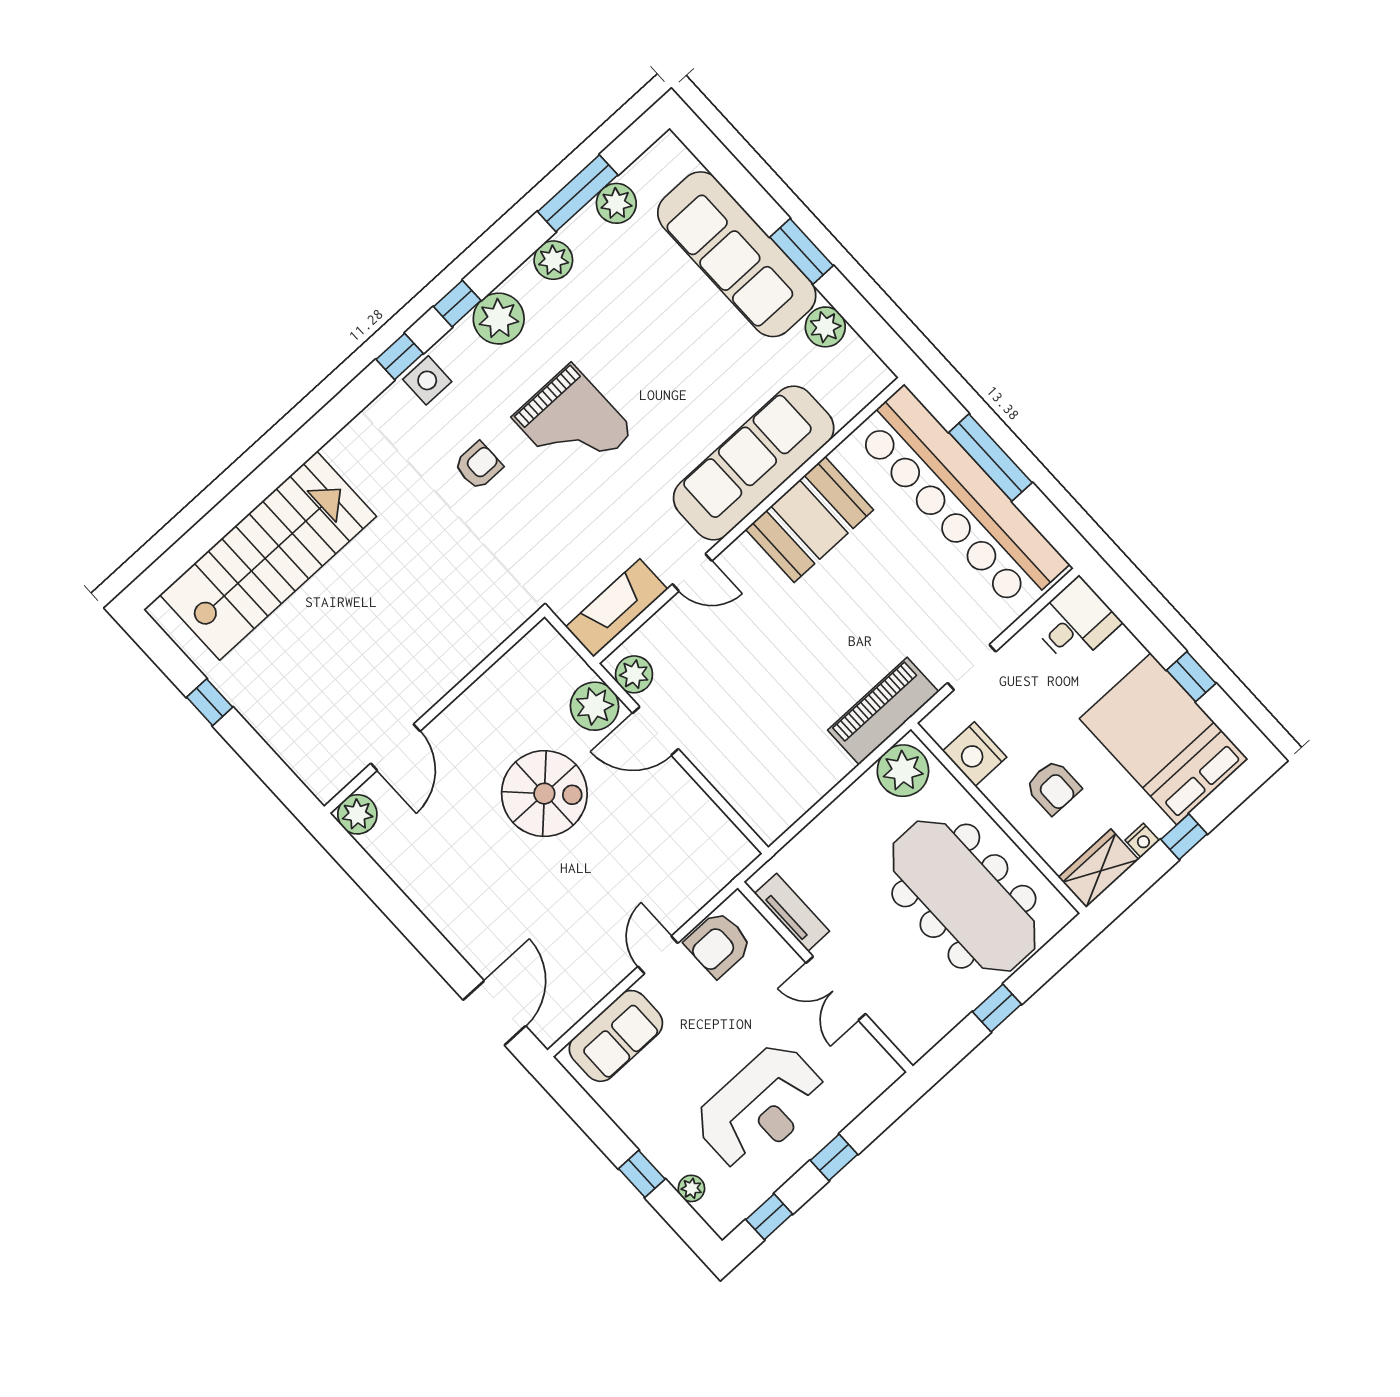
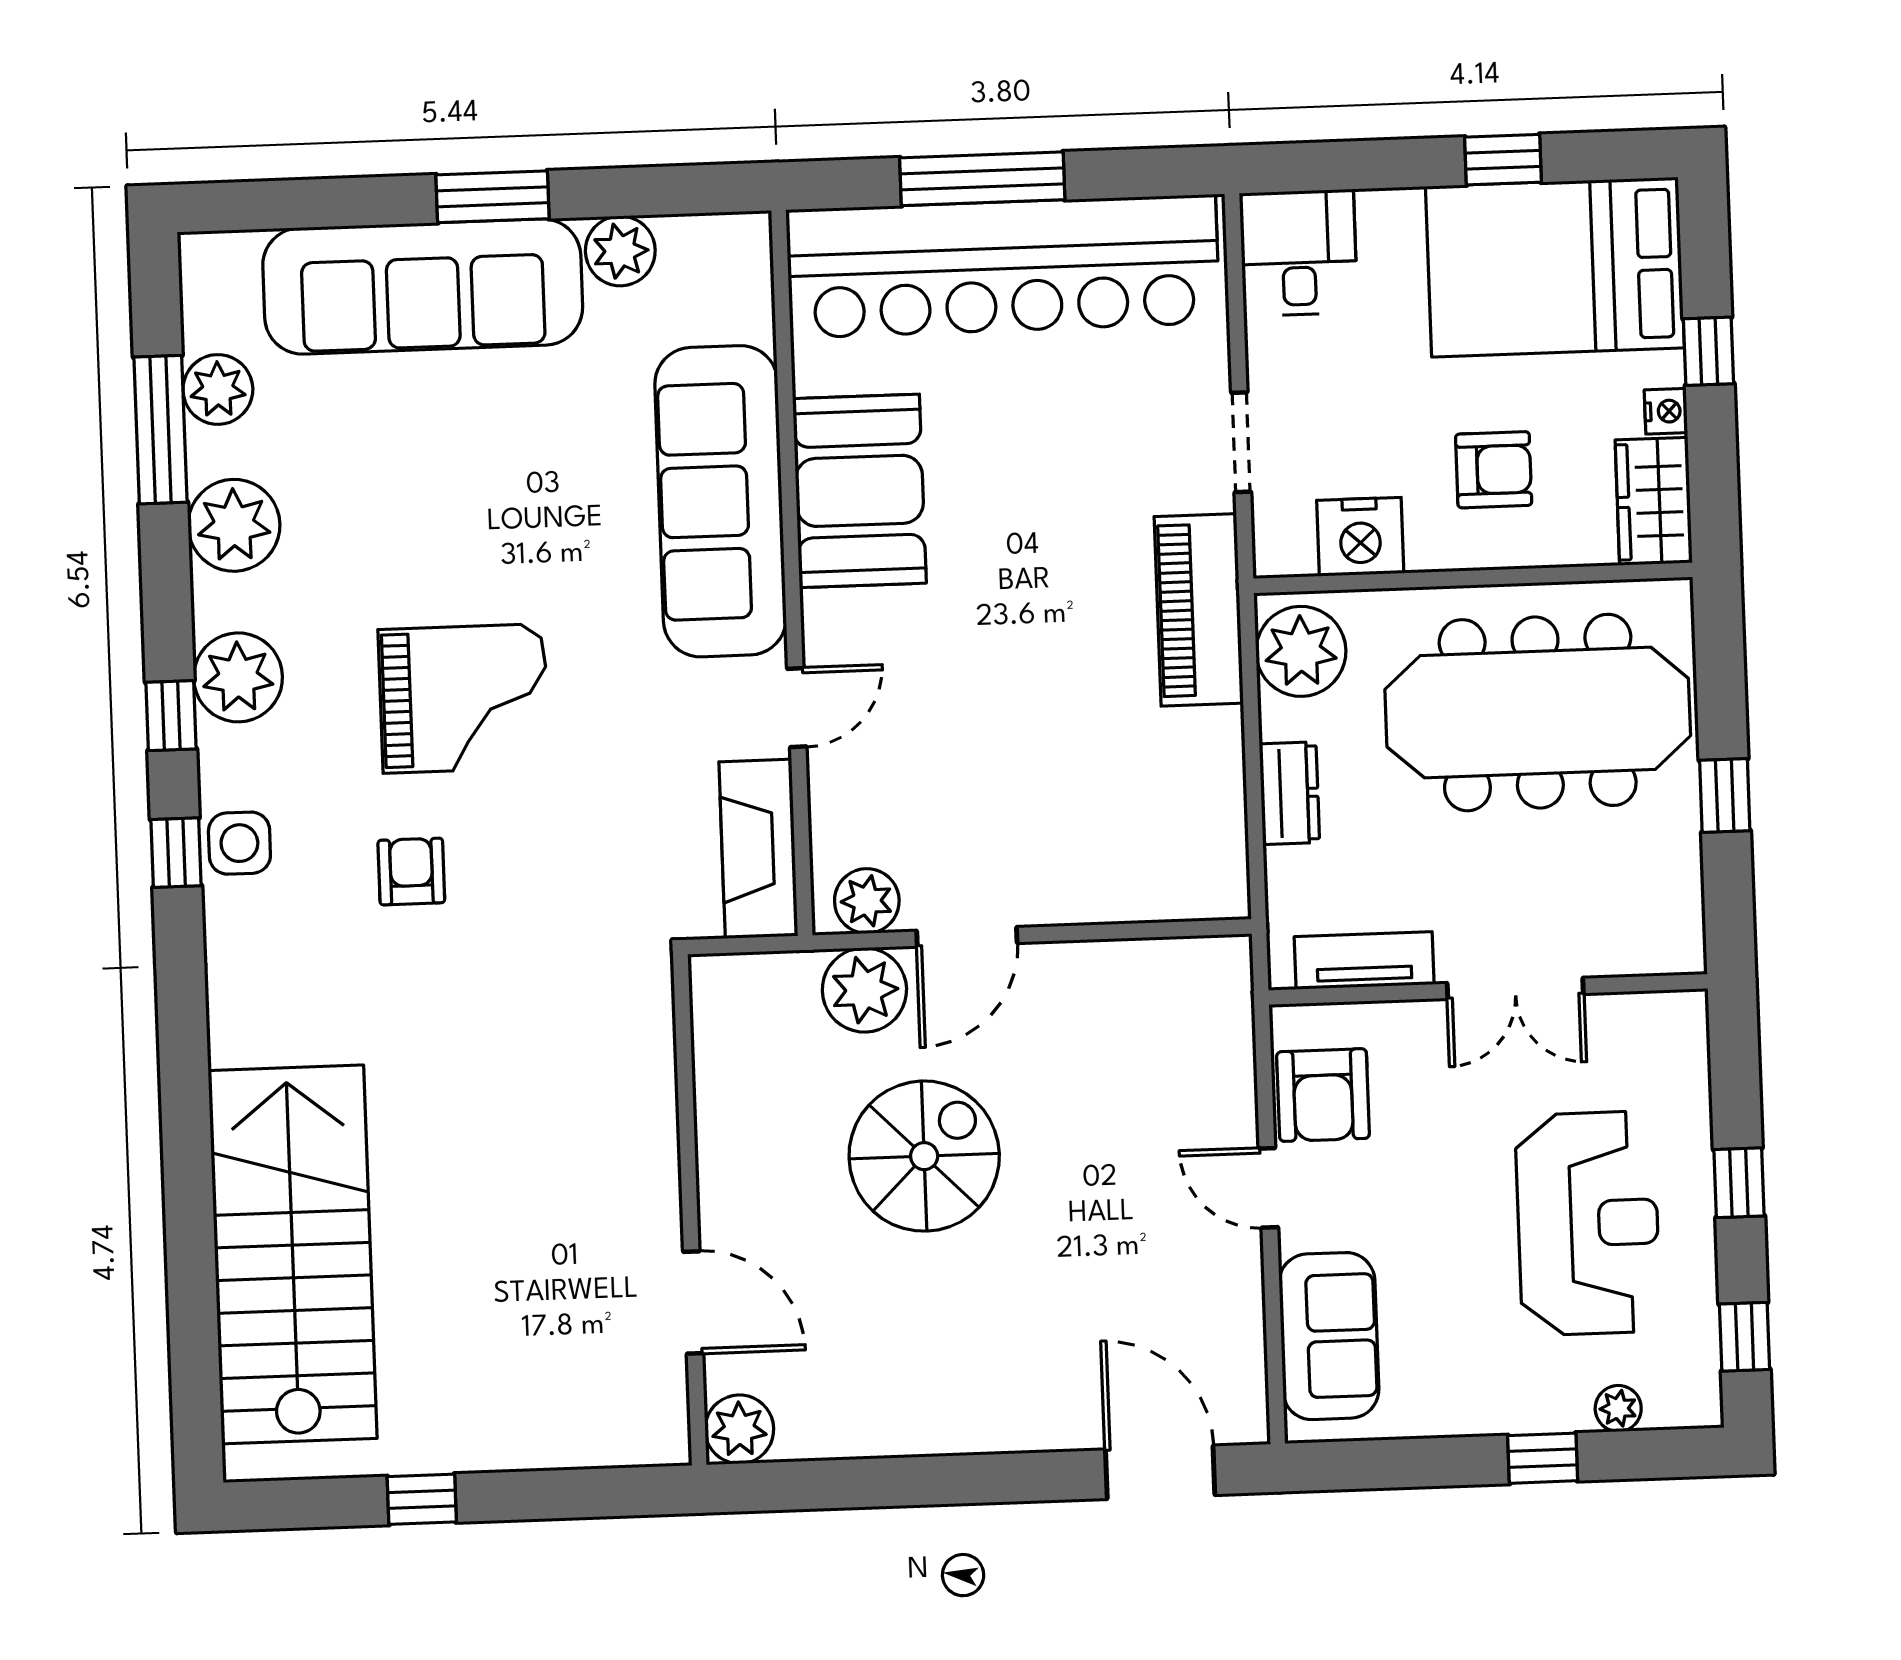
plant: (553, 260) -> (234, 525), width x1.36, depth x1.36
dresser: (837, 818) -> (1289, 793), added

